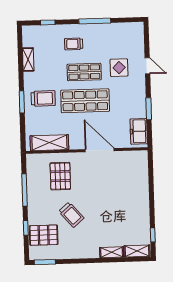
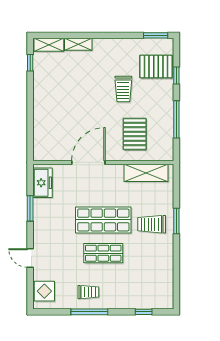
trolley: (74, 44) -> (88, 292), moved
shelving: (28, 59) -> (168, 270), removed
display table: (119, 68) -> (44, 291), moved
door: (100, 150) -> (88, 162), swing flipped
trolley: (71, 215) -> (123, 89), turned -139

